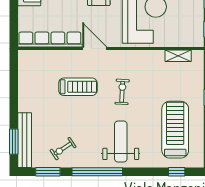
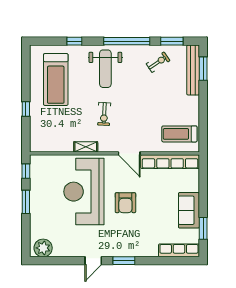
shelving: (178, 56) -> (86, 147), moved
treadmill: (78, 87) -> (179, 134), moved
window: (177, 172) -> (74, 41), moved

